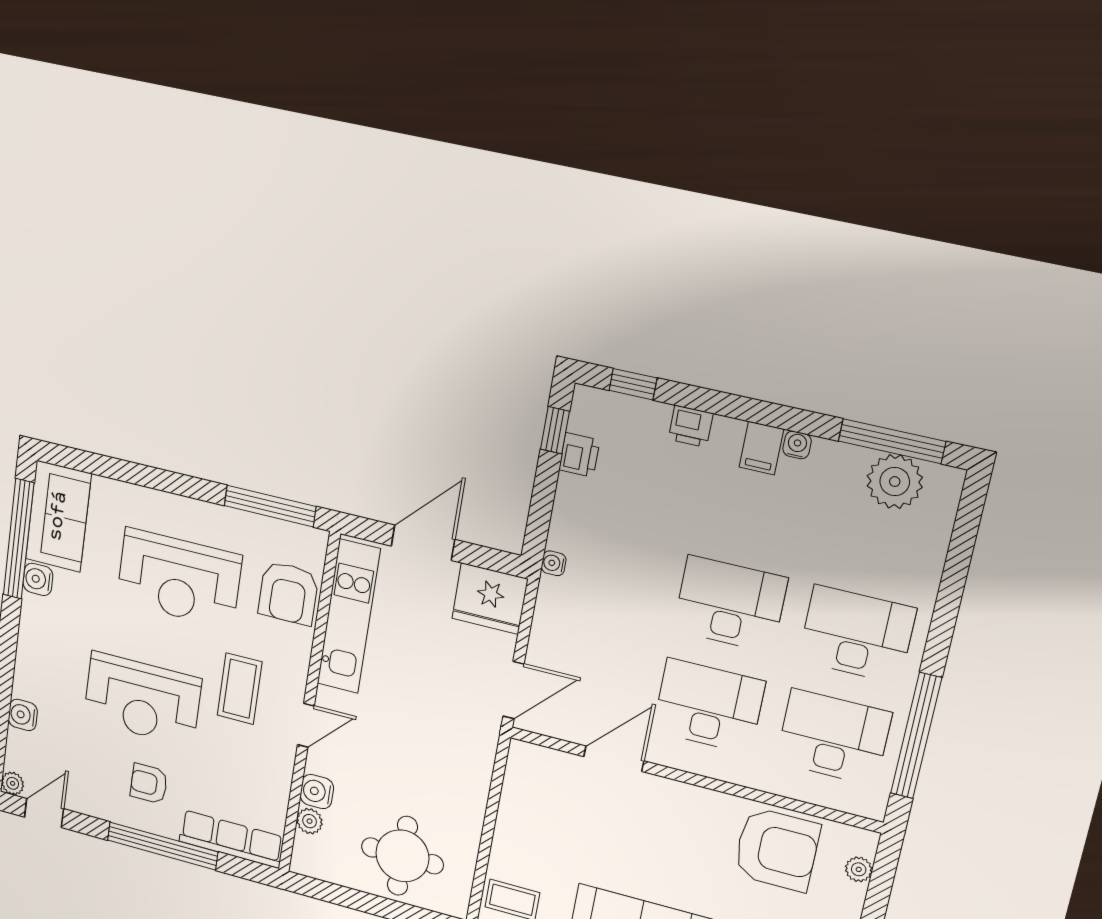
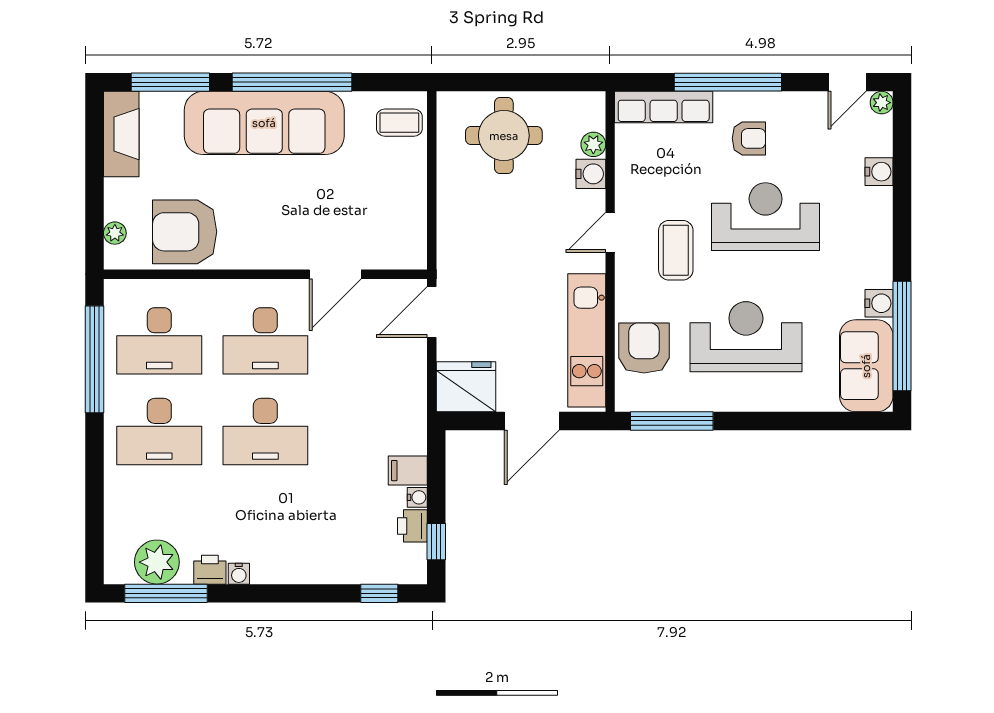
printer: (691, 426) -> (210, 570), moved
filing cabinet: (761, 448) -> (408, 471), moved, turned -90
water cooler: (554, 563) -> (417, 497), moved

